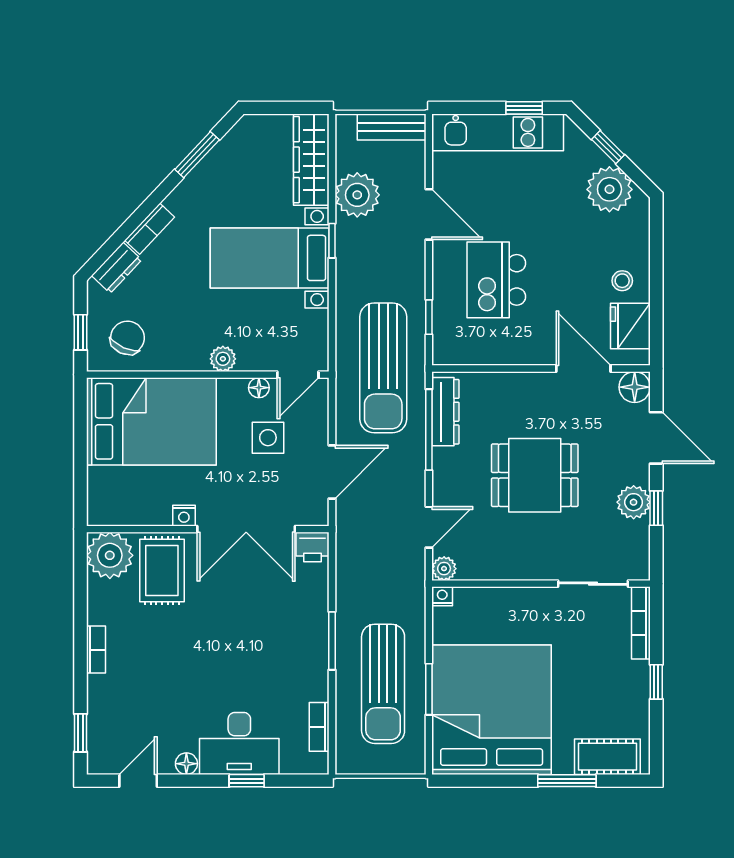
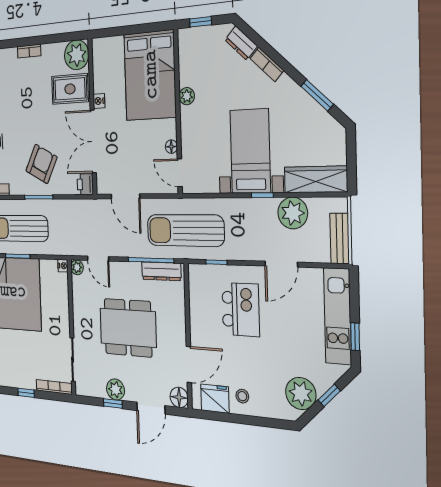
kitchen island: (496, 280) -> (241, 310), turned 90
chair: (127, 338) -> (198, 55), removed
plant: (223, 359) -> (187, 96), moved
side table: (268, 438) -> (143, 154), removed
dining table: (535, 475) -> (128, 328), width x1.38
armchair: (278, 633) -> (41, 164), added

